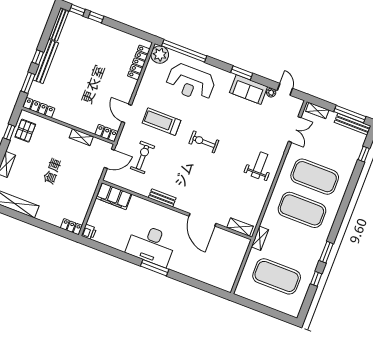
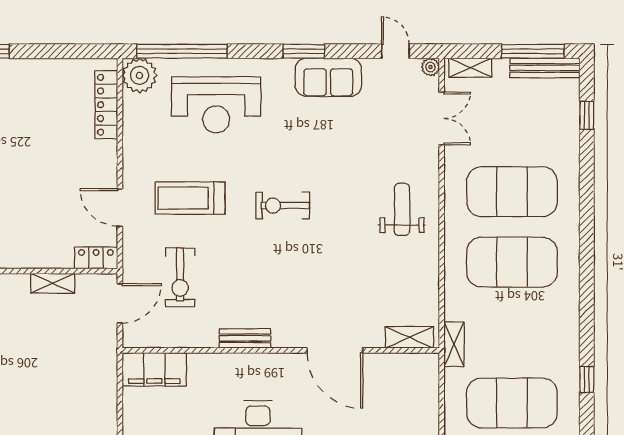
plant: (271, 93) -> (430, 67), moved
exercise bike: (142, 157) -> (180, 277), turned 180
window: (326, 252) -> (587, 323), removed

